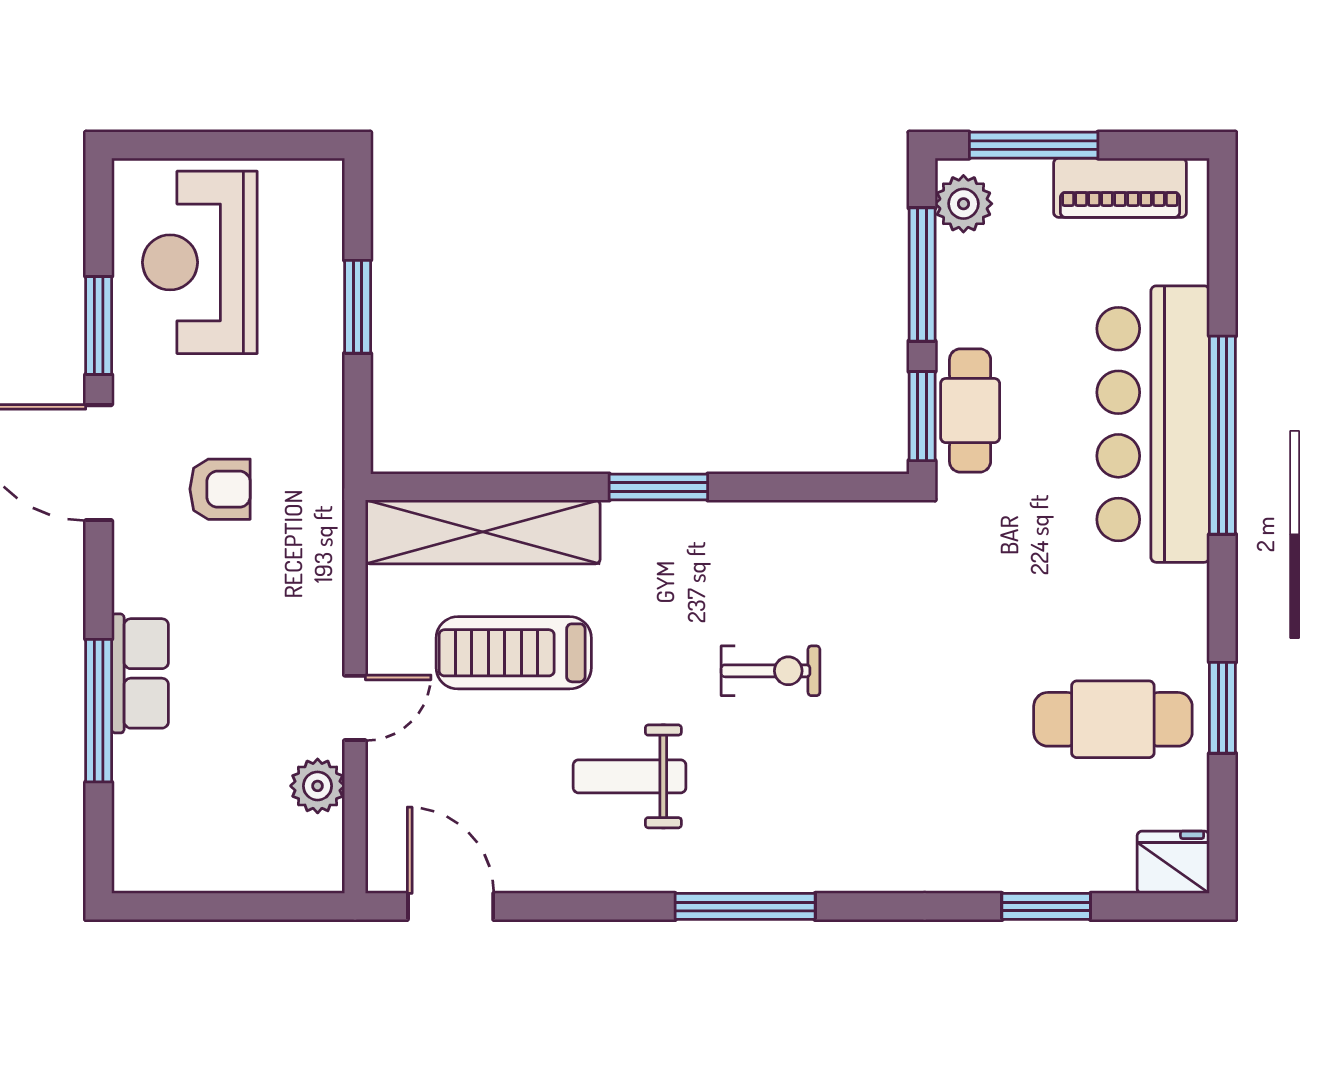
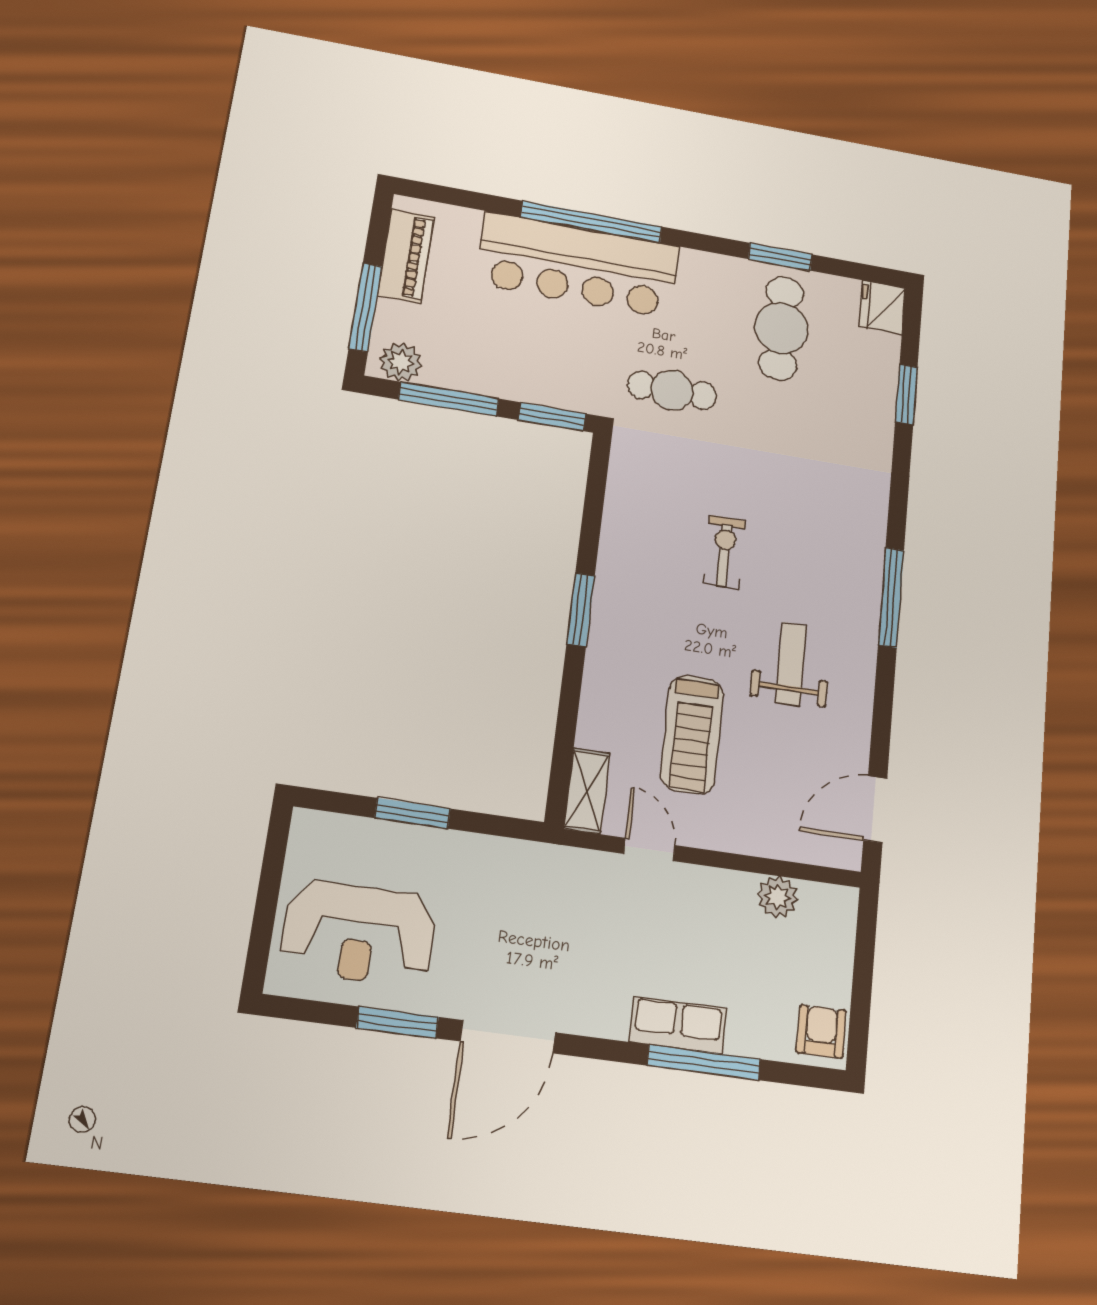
cafe table: (970, 411) -> (672, 390), moved
armchair: (220, 489) -> (821, 1031), moved
shelving: (483, 532) -> (587, 791), width x0.45, depth x0.75
door: (355, 708) -> (649, 849), moved
weight bench: (630, 776) -> (791, 664), turned 180

